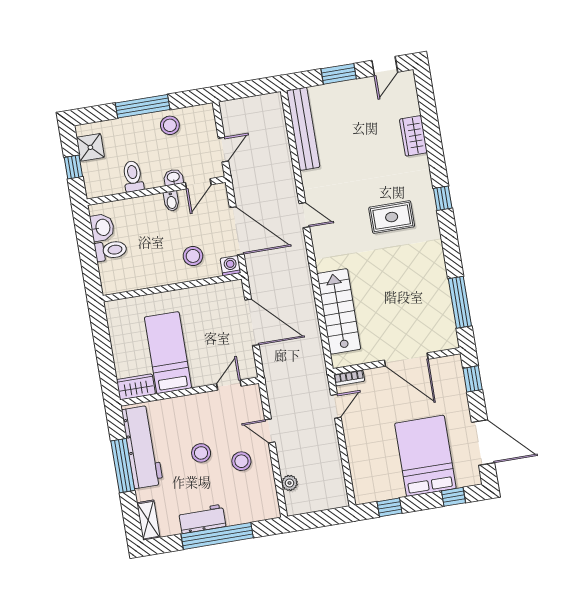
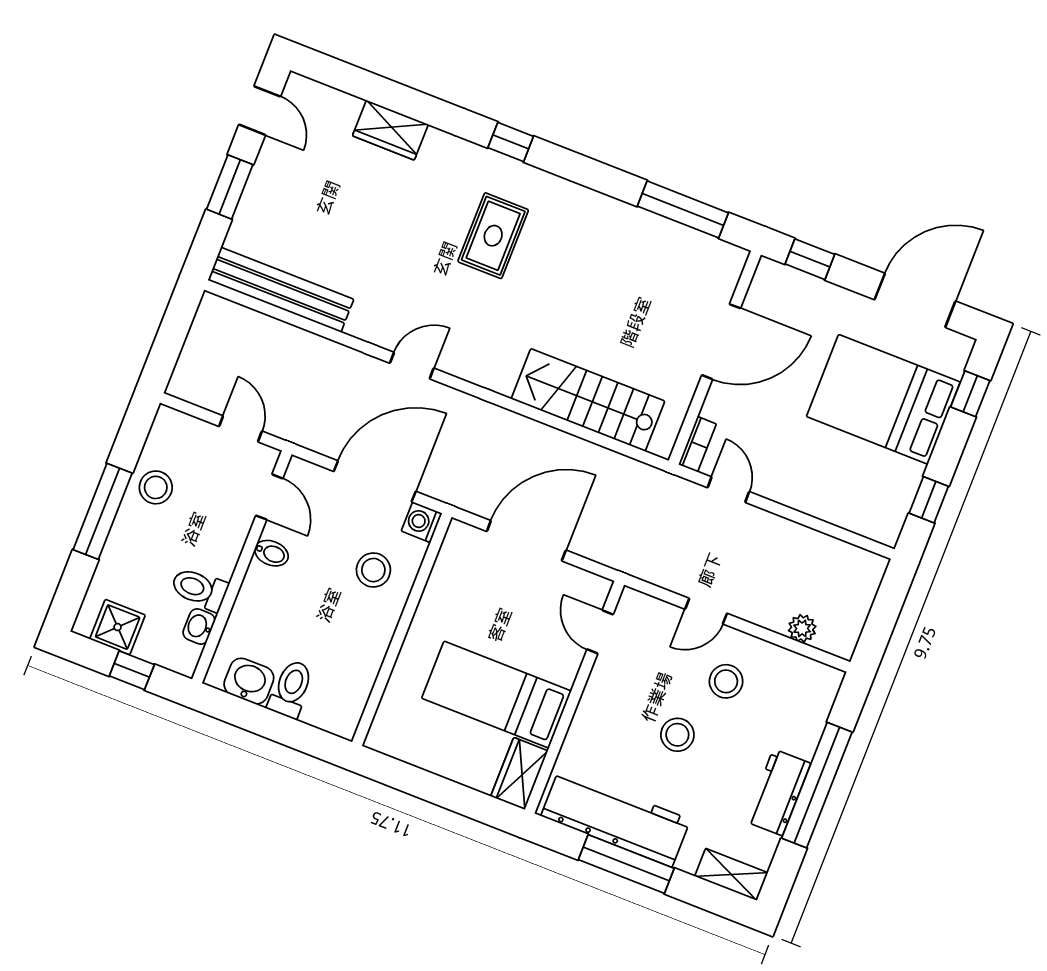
washbasin: (173, 177) -> (199, 627), moved

